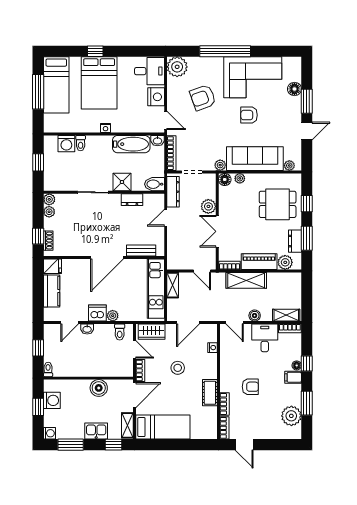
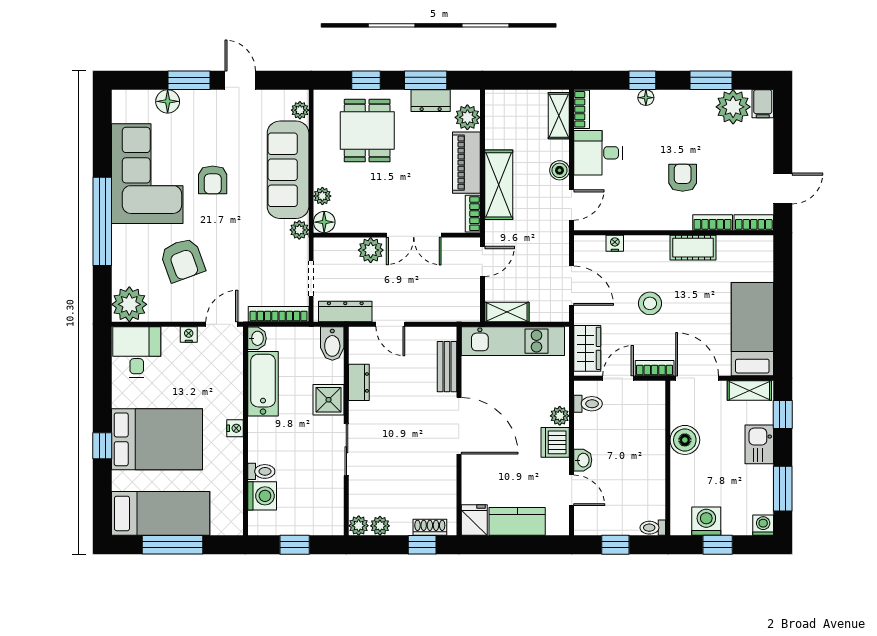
nightstand: (156, 97) -> (189, 334), width x0.53, depth x0.56
filing cabinet: (293, 377) -> (763, 104), moved

